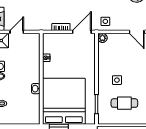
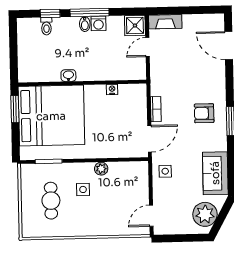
door: (17, 32) -> (147, 47), swing flipped
door: (82, 32) -> (150, 139), hinge flipped
plant: (102, 38) -> (101, 169), moved

